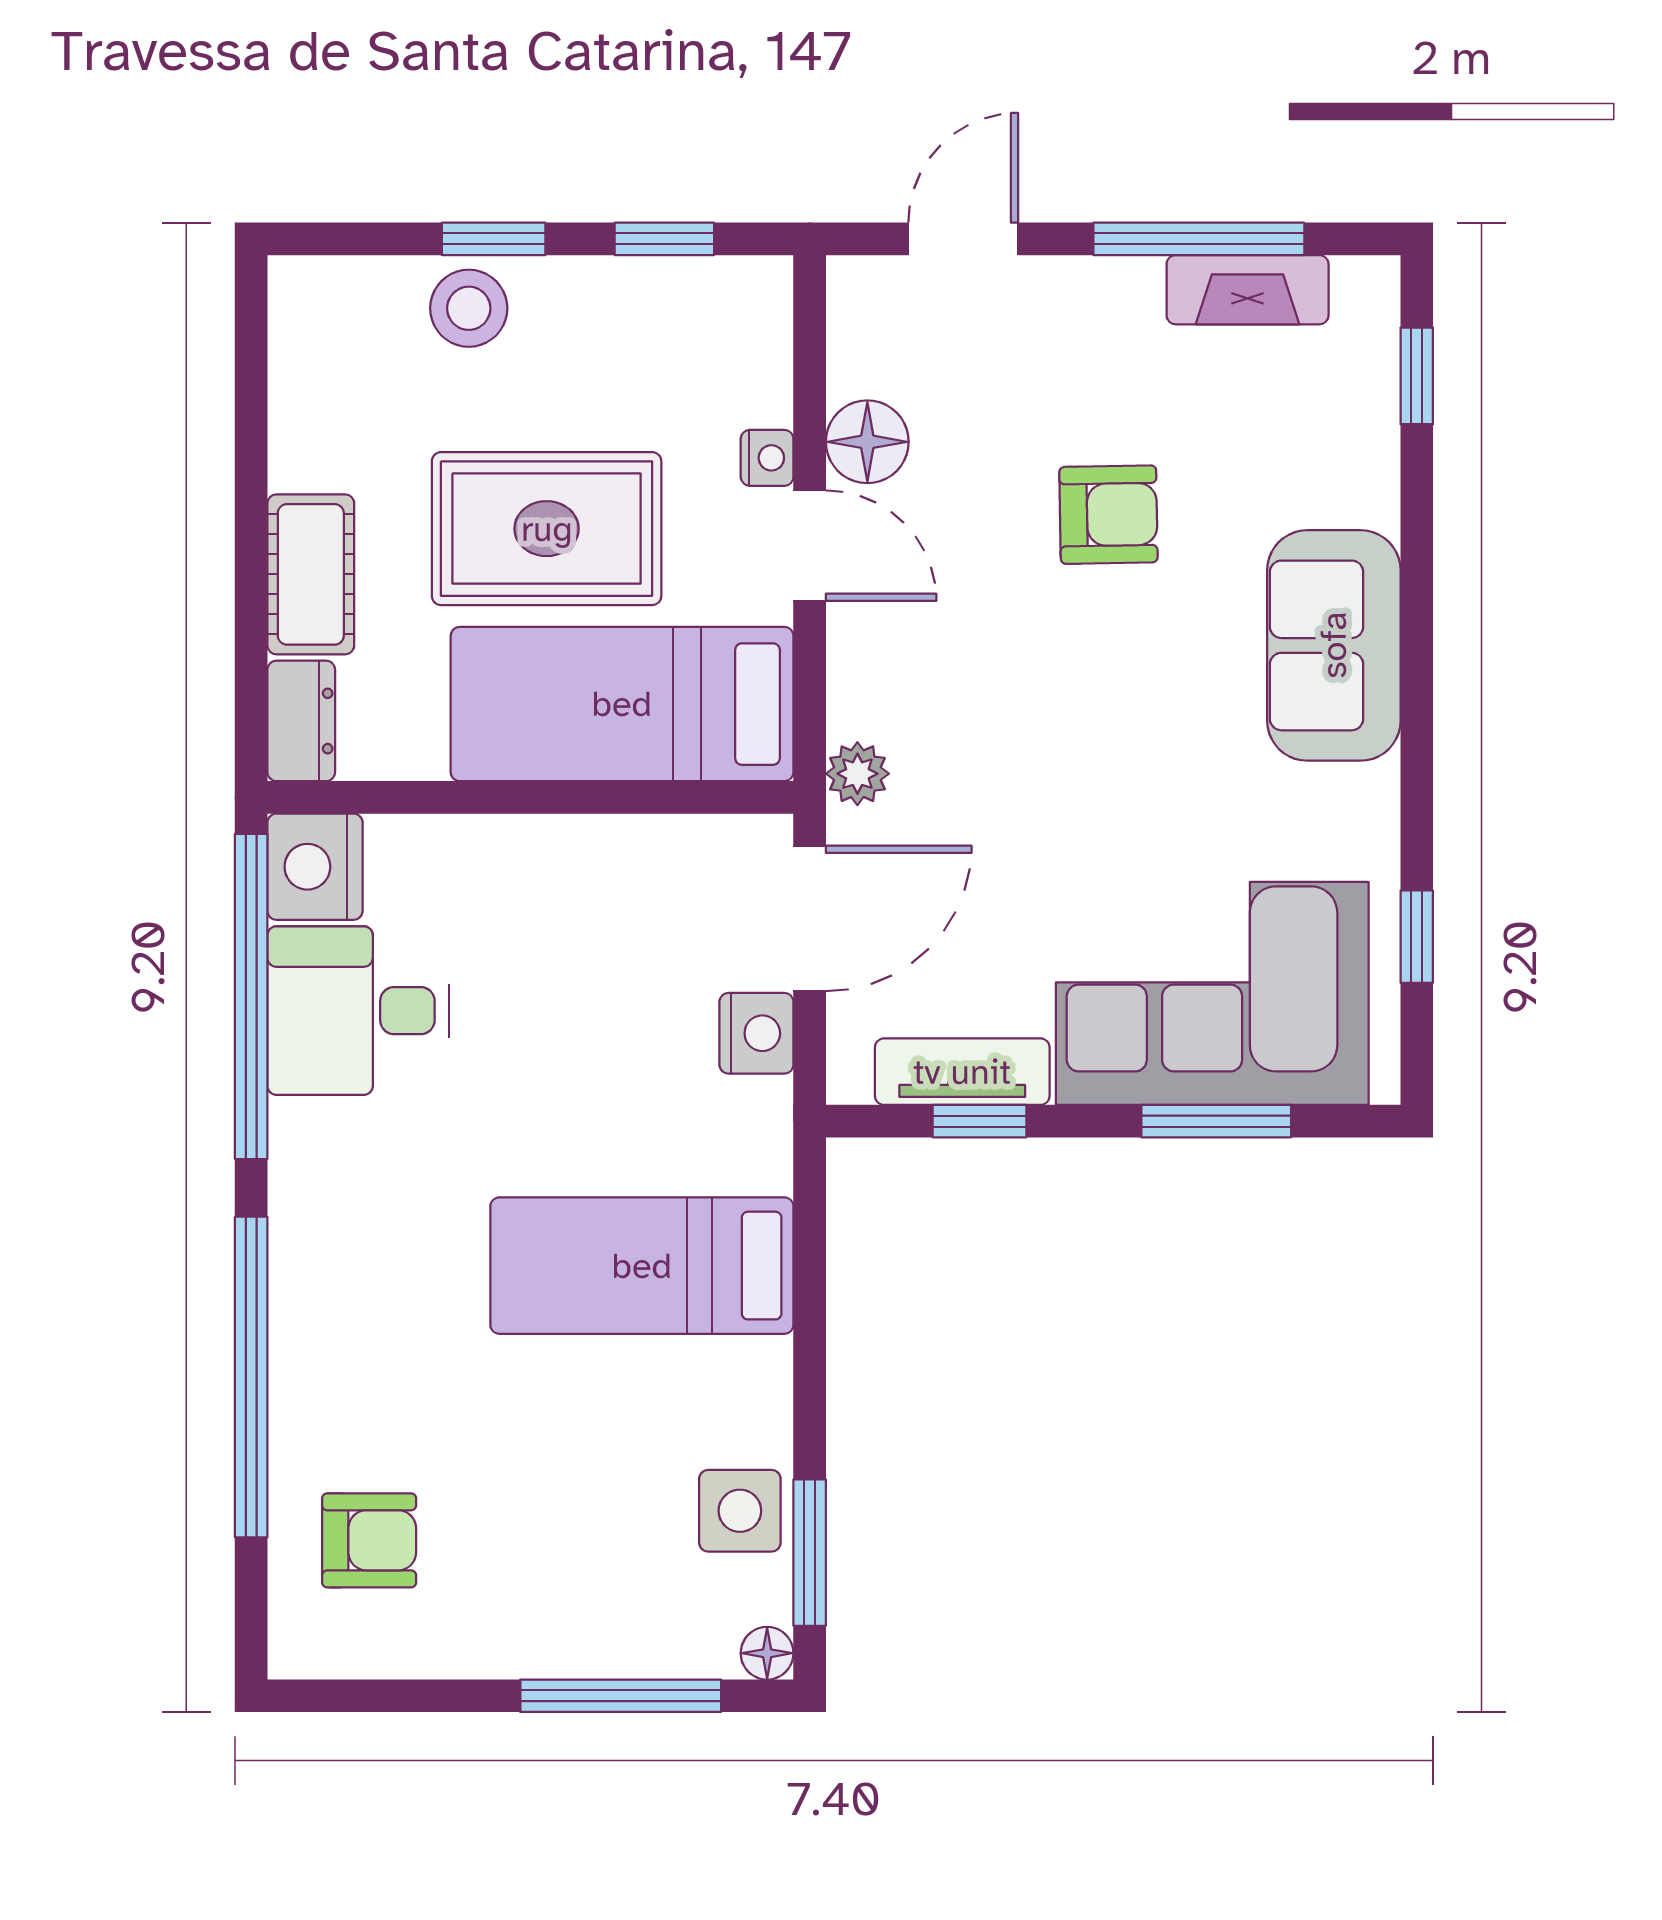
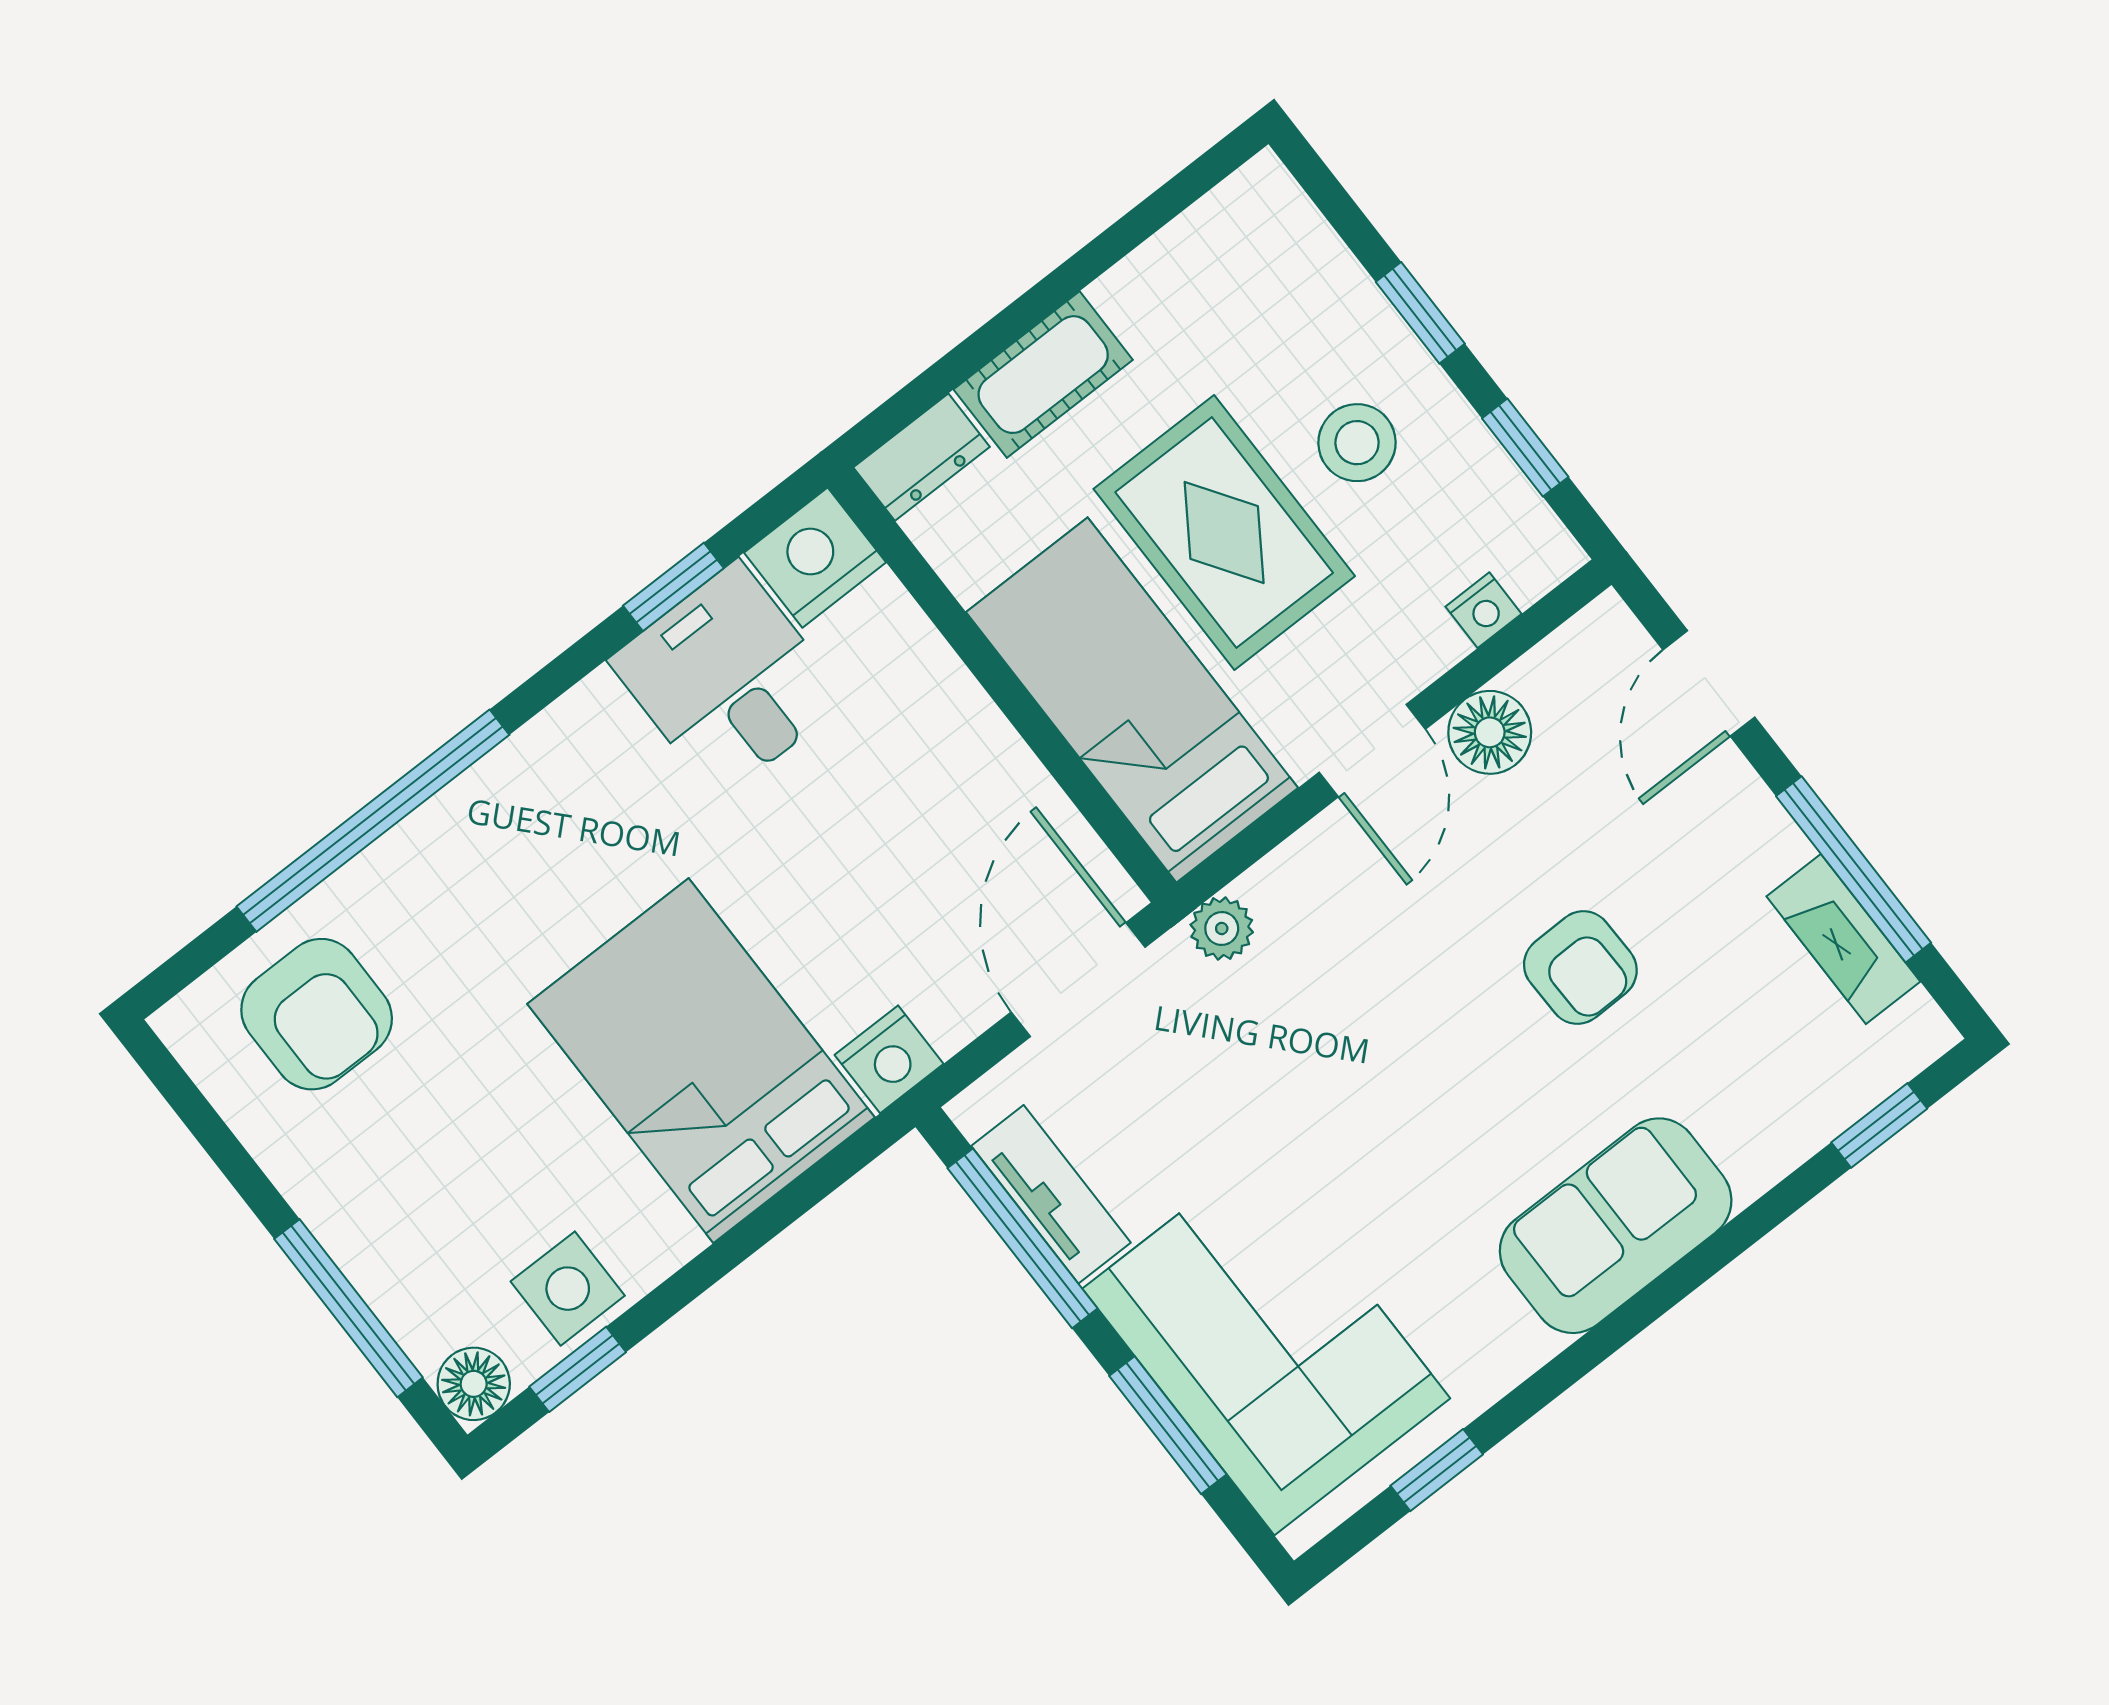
door: (963, 239) -> (1709, 683), swing flipped
stool: (469, 308) -> (1357, 443), moved
nightstand: (767, 458) -> (1483, 610), moved
door: (810, 918) -> (1078, 980), swing flipped
window: (251, 996) -> (673, 587), width x0.32
nightstand: (756, 1033) -> (889, 1059), moved
window: (979, 1121) -> (1022, 1238), width x2.17
bed: (642, 1266) -> (701, 1061), width x1.50
armchair: (369, 1540) -> (317, 1014), width x1.38, depth x1.38
window: (810, 1553) -> (578, 1369), width x0.67
floor lamp: (767, 1653) -> (474, 1384), width x1.37, depth x1.37

